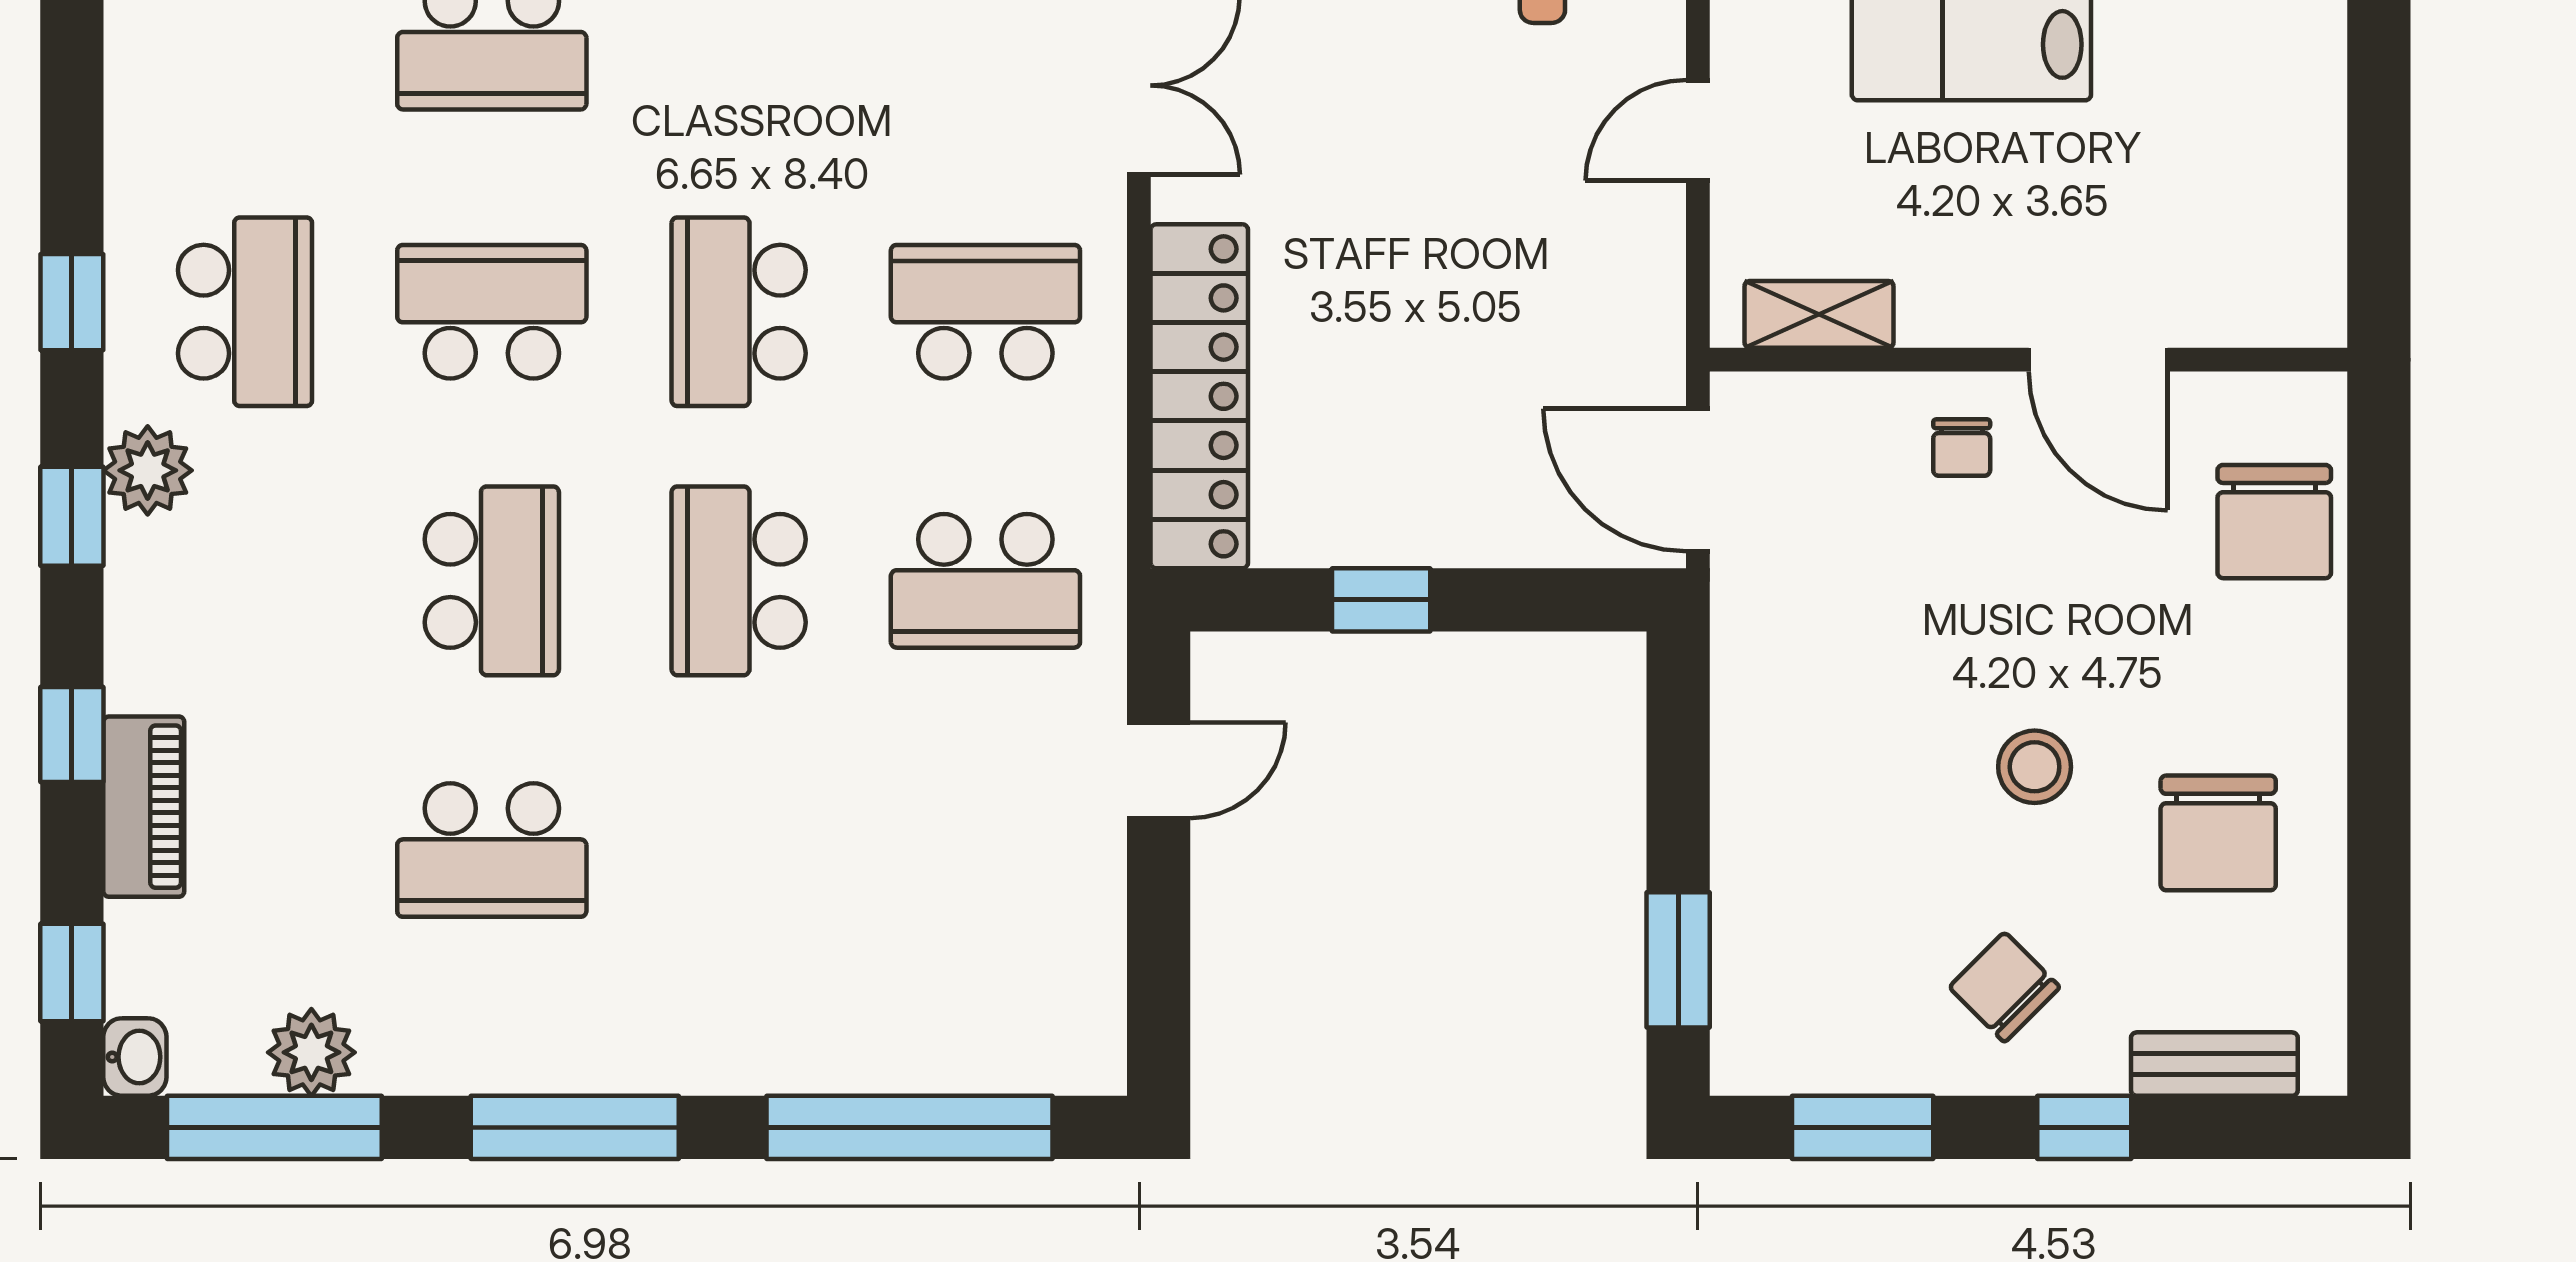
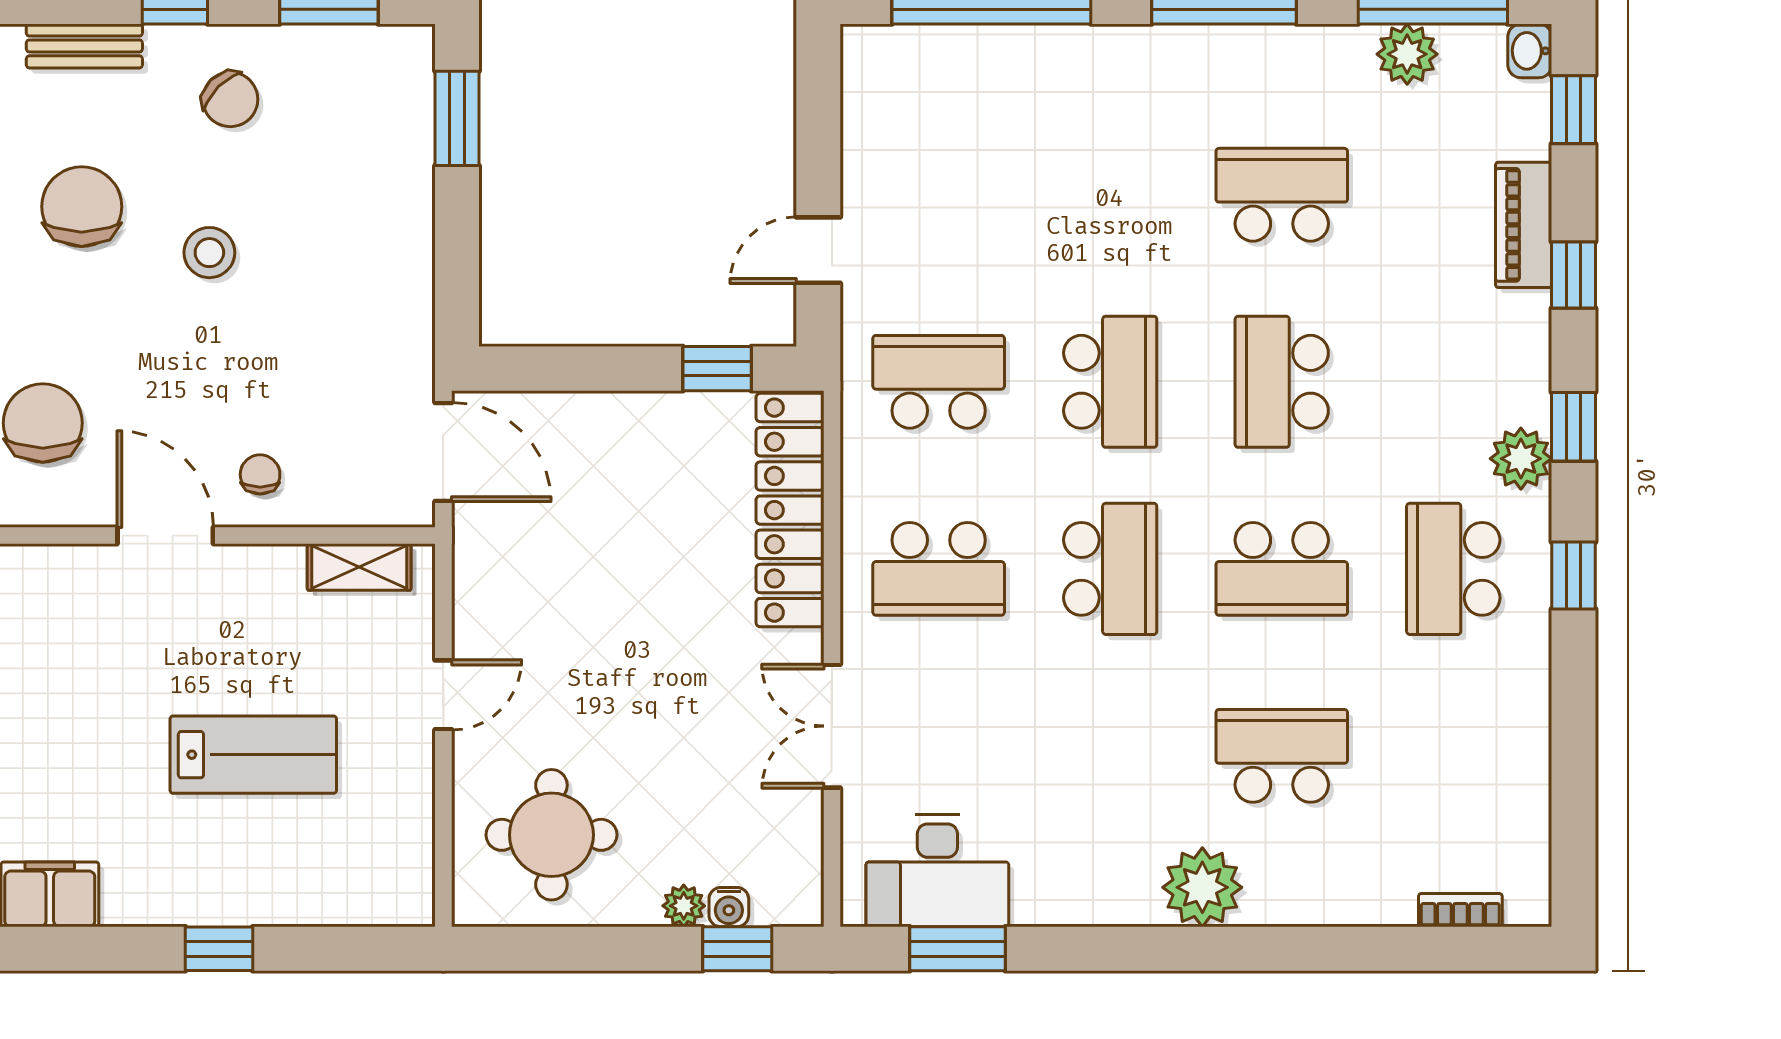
window: (1381, 600) -> (717, 369), moved

